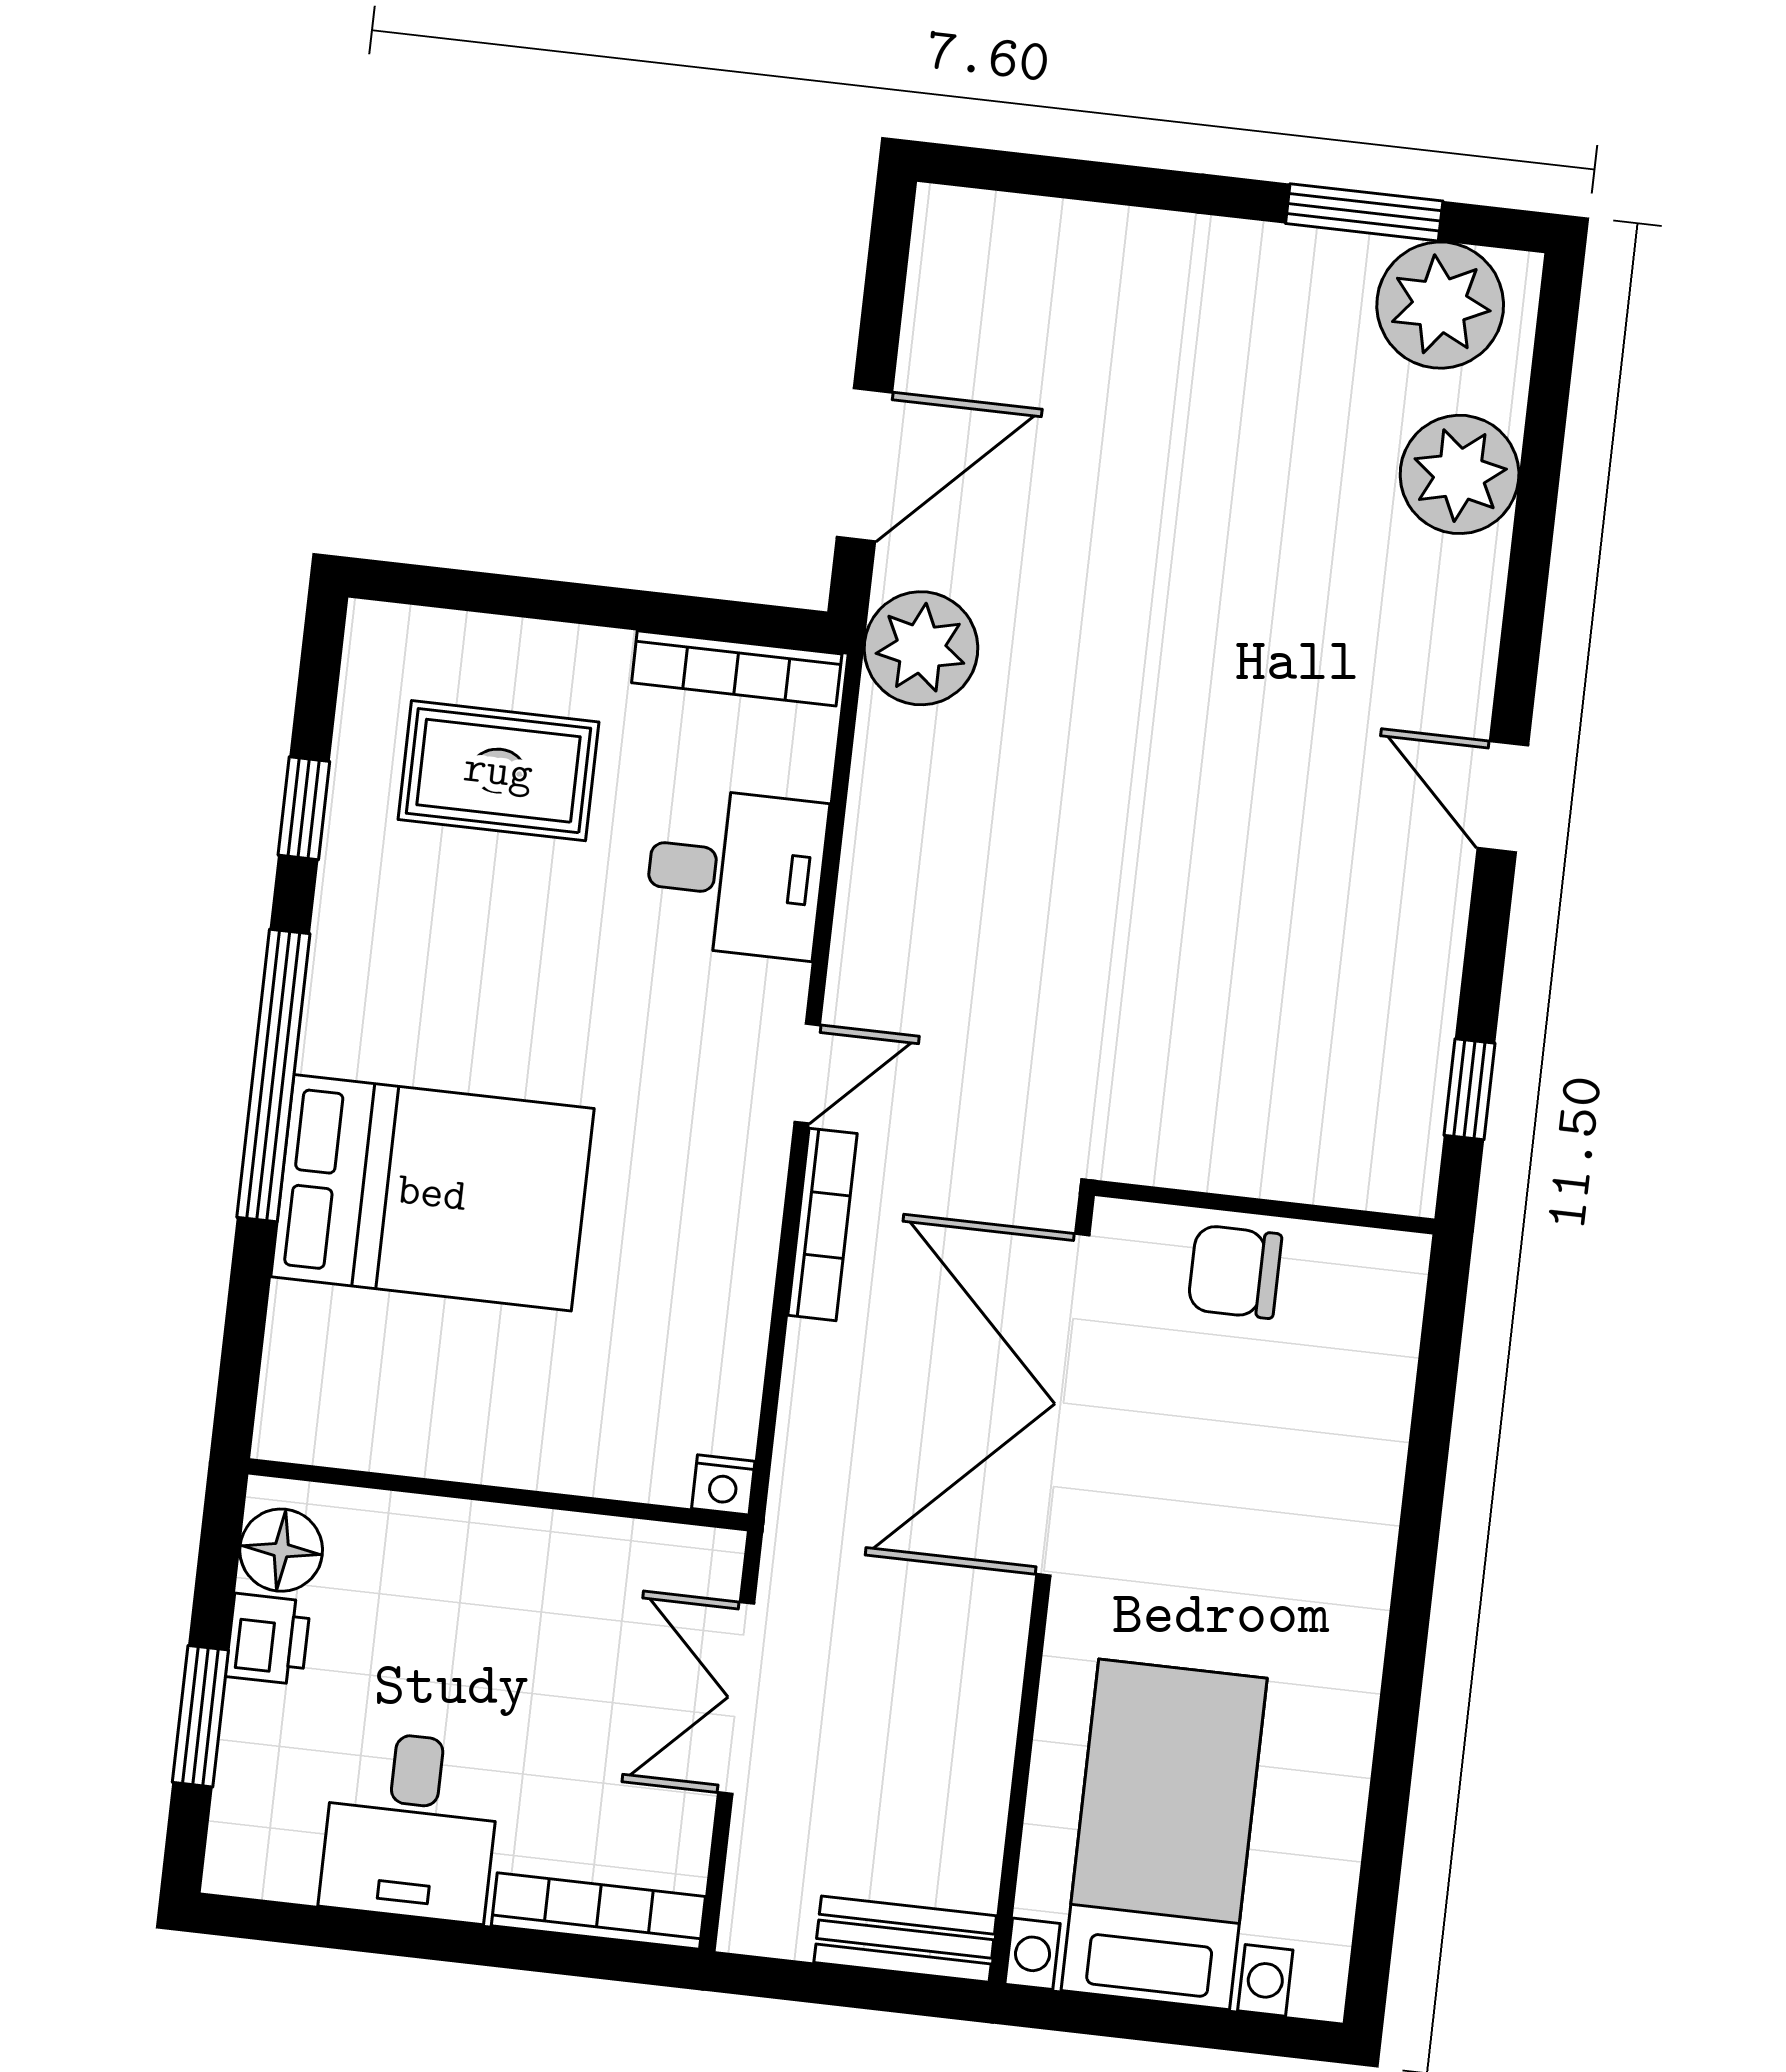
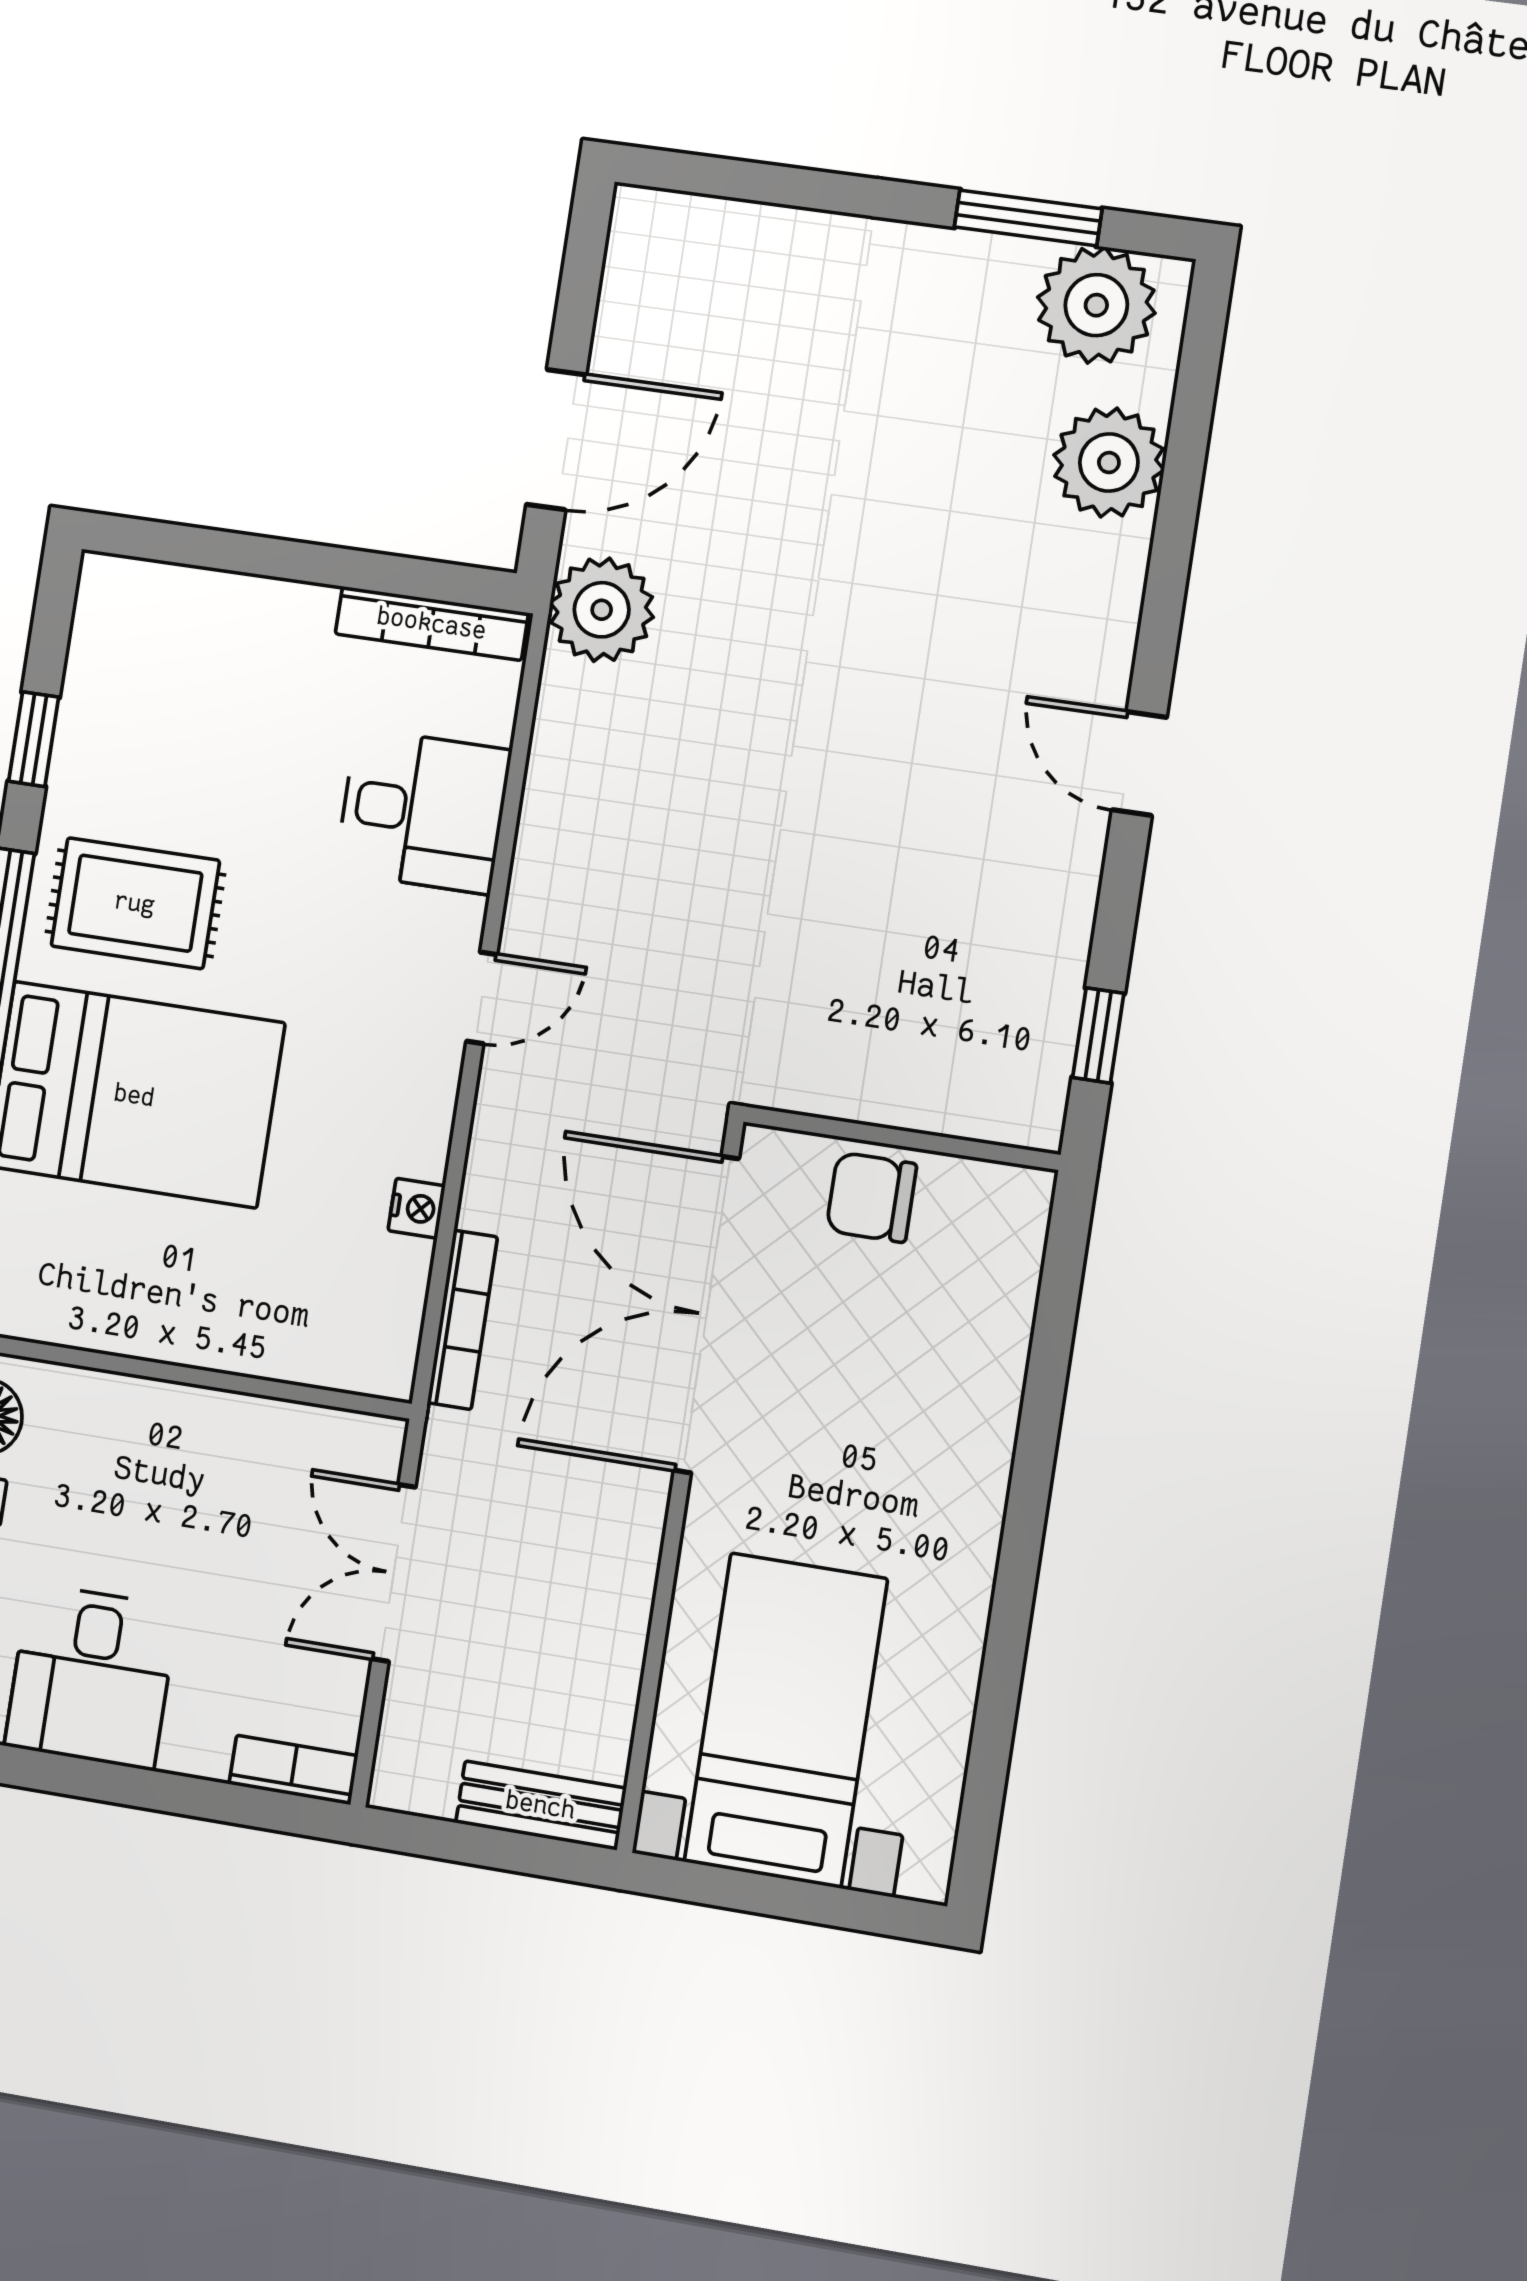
rug: (498, 771) -> (135, 903), moved
bookcase: (823, 1224) -> (462, 1320), moved
nightstand: (723, 1485) -> (417, 1208), moved, turned -90
bookcase: (598, 1911) -> (293, 1770), width x0.64

